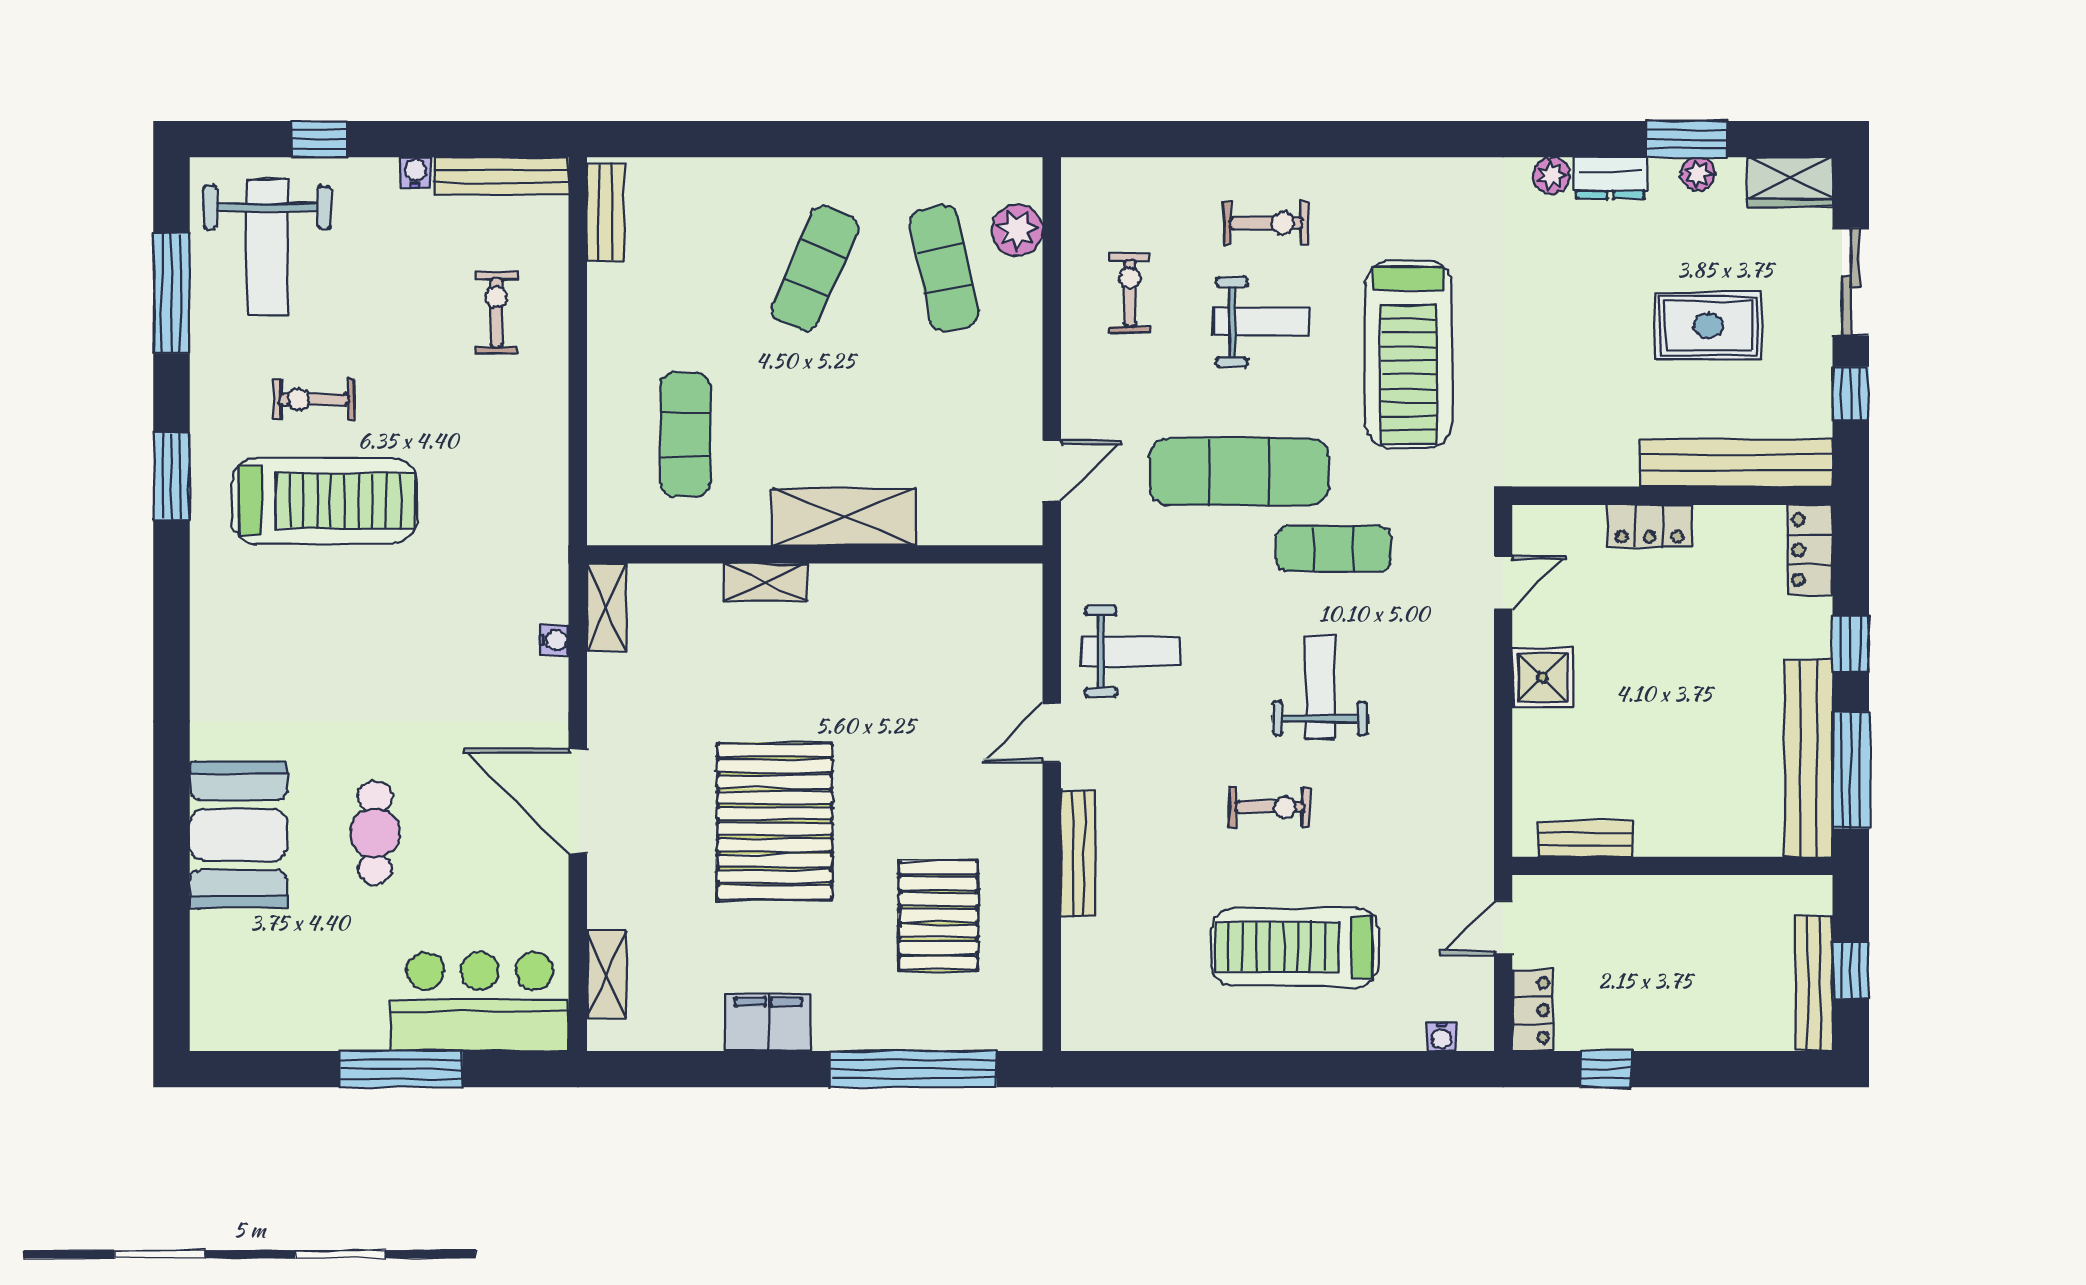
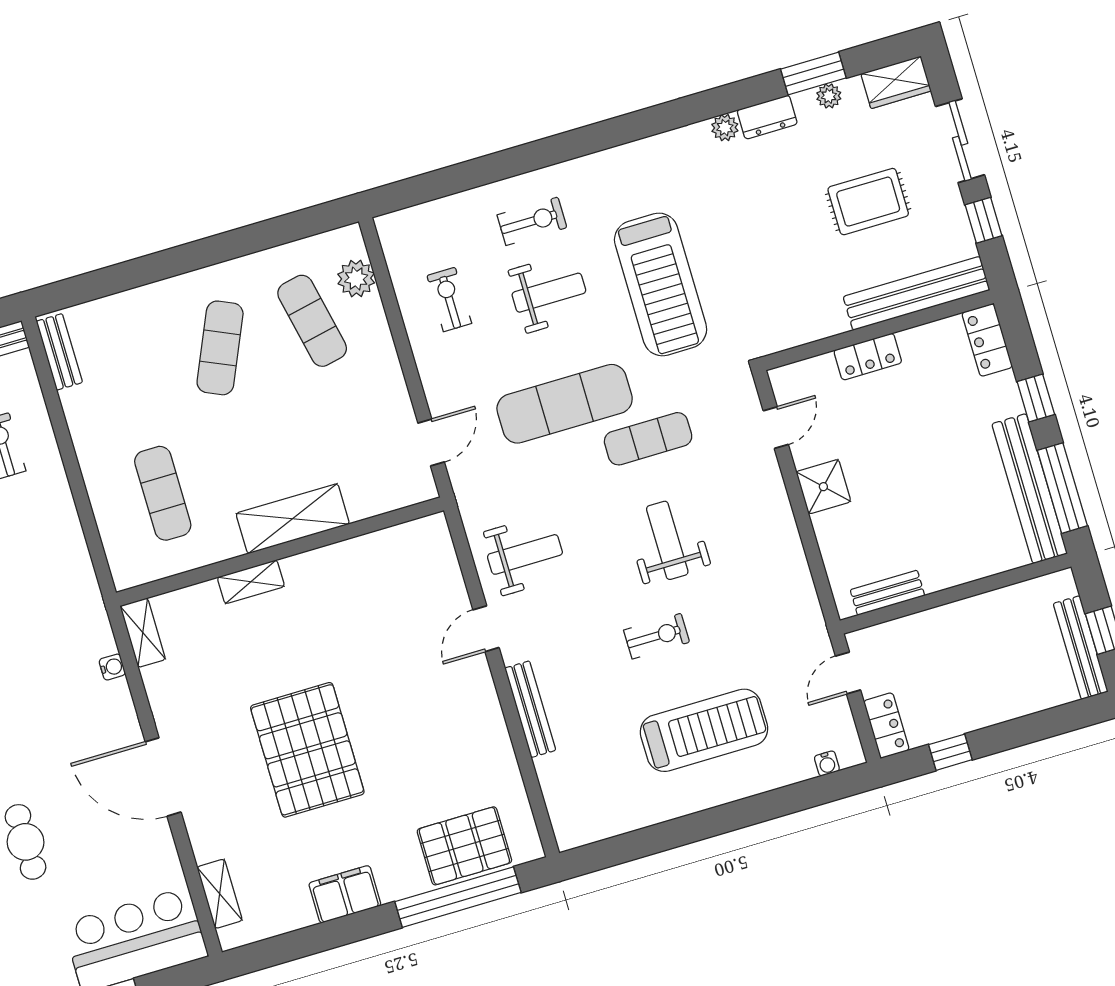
pallet: (938, 915) -> (464, 846), moved, turned 90
treadmill: (1295, 947) -> (704, 730), turned 180

